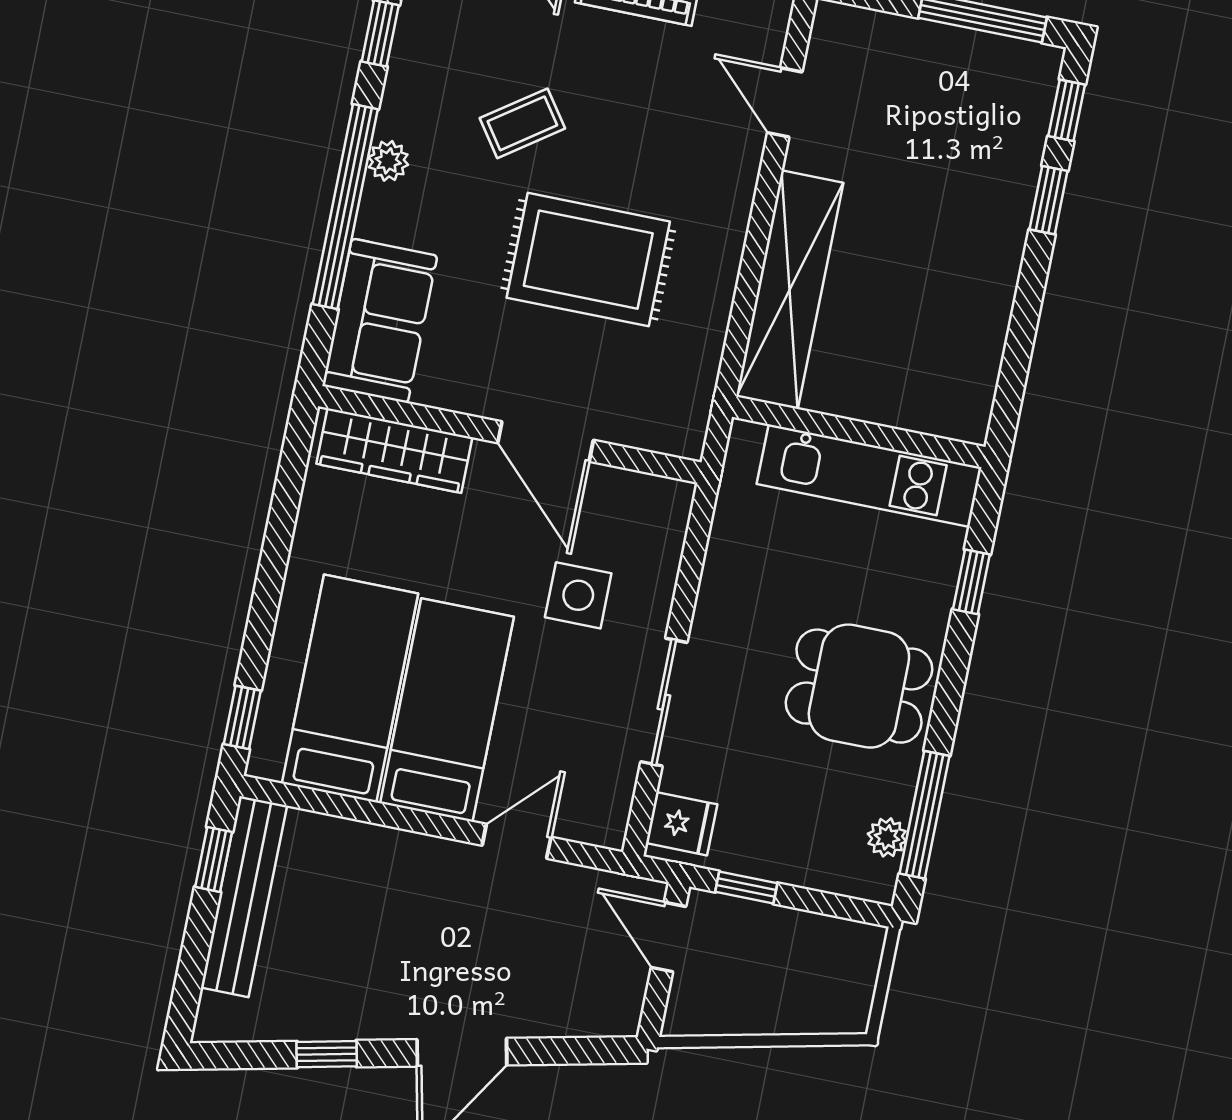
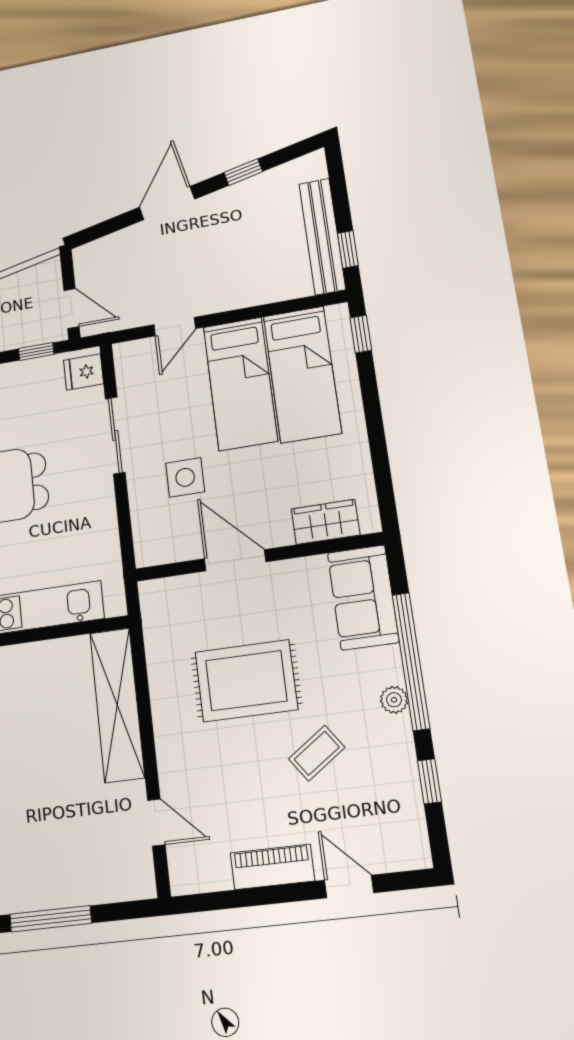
wardrobe: (394, 451) -> (325, 522), width x0.67

